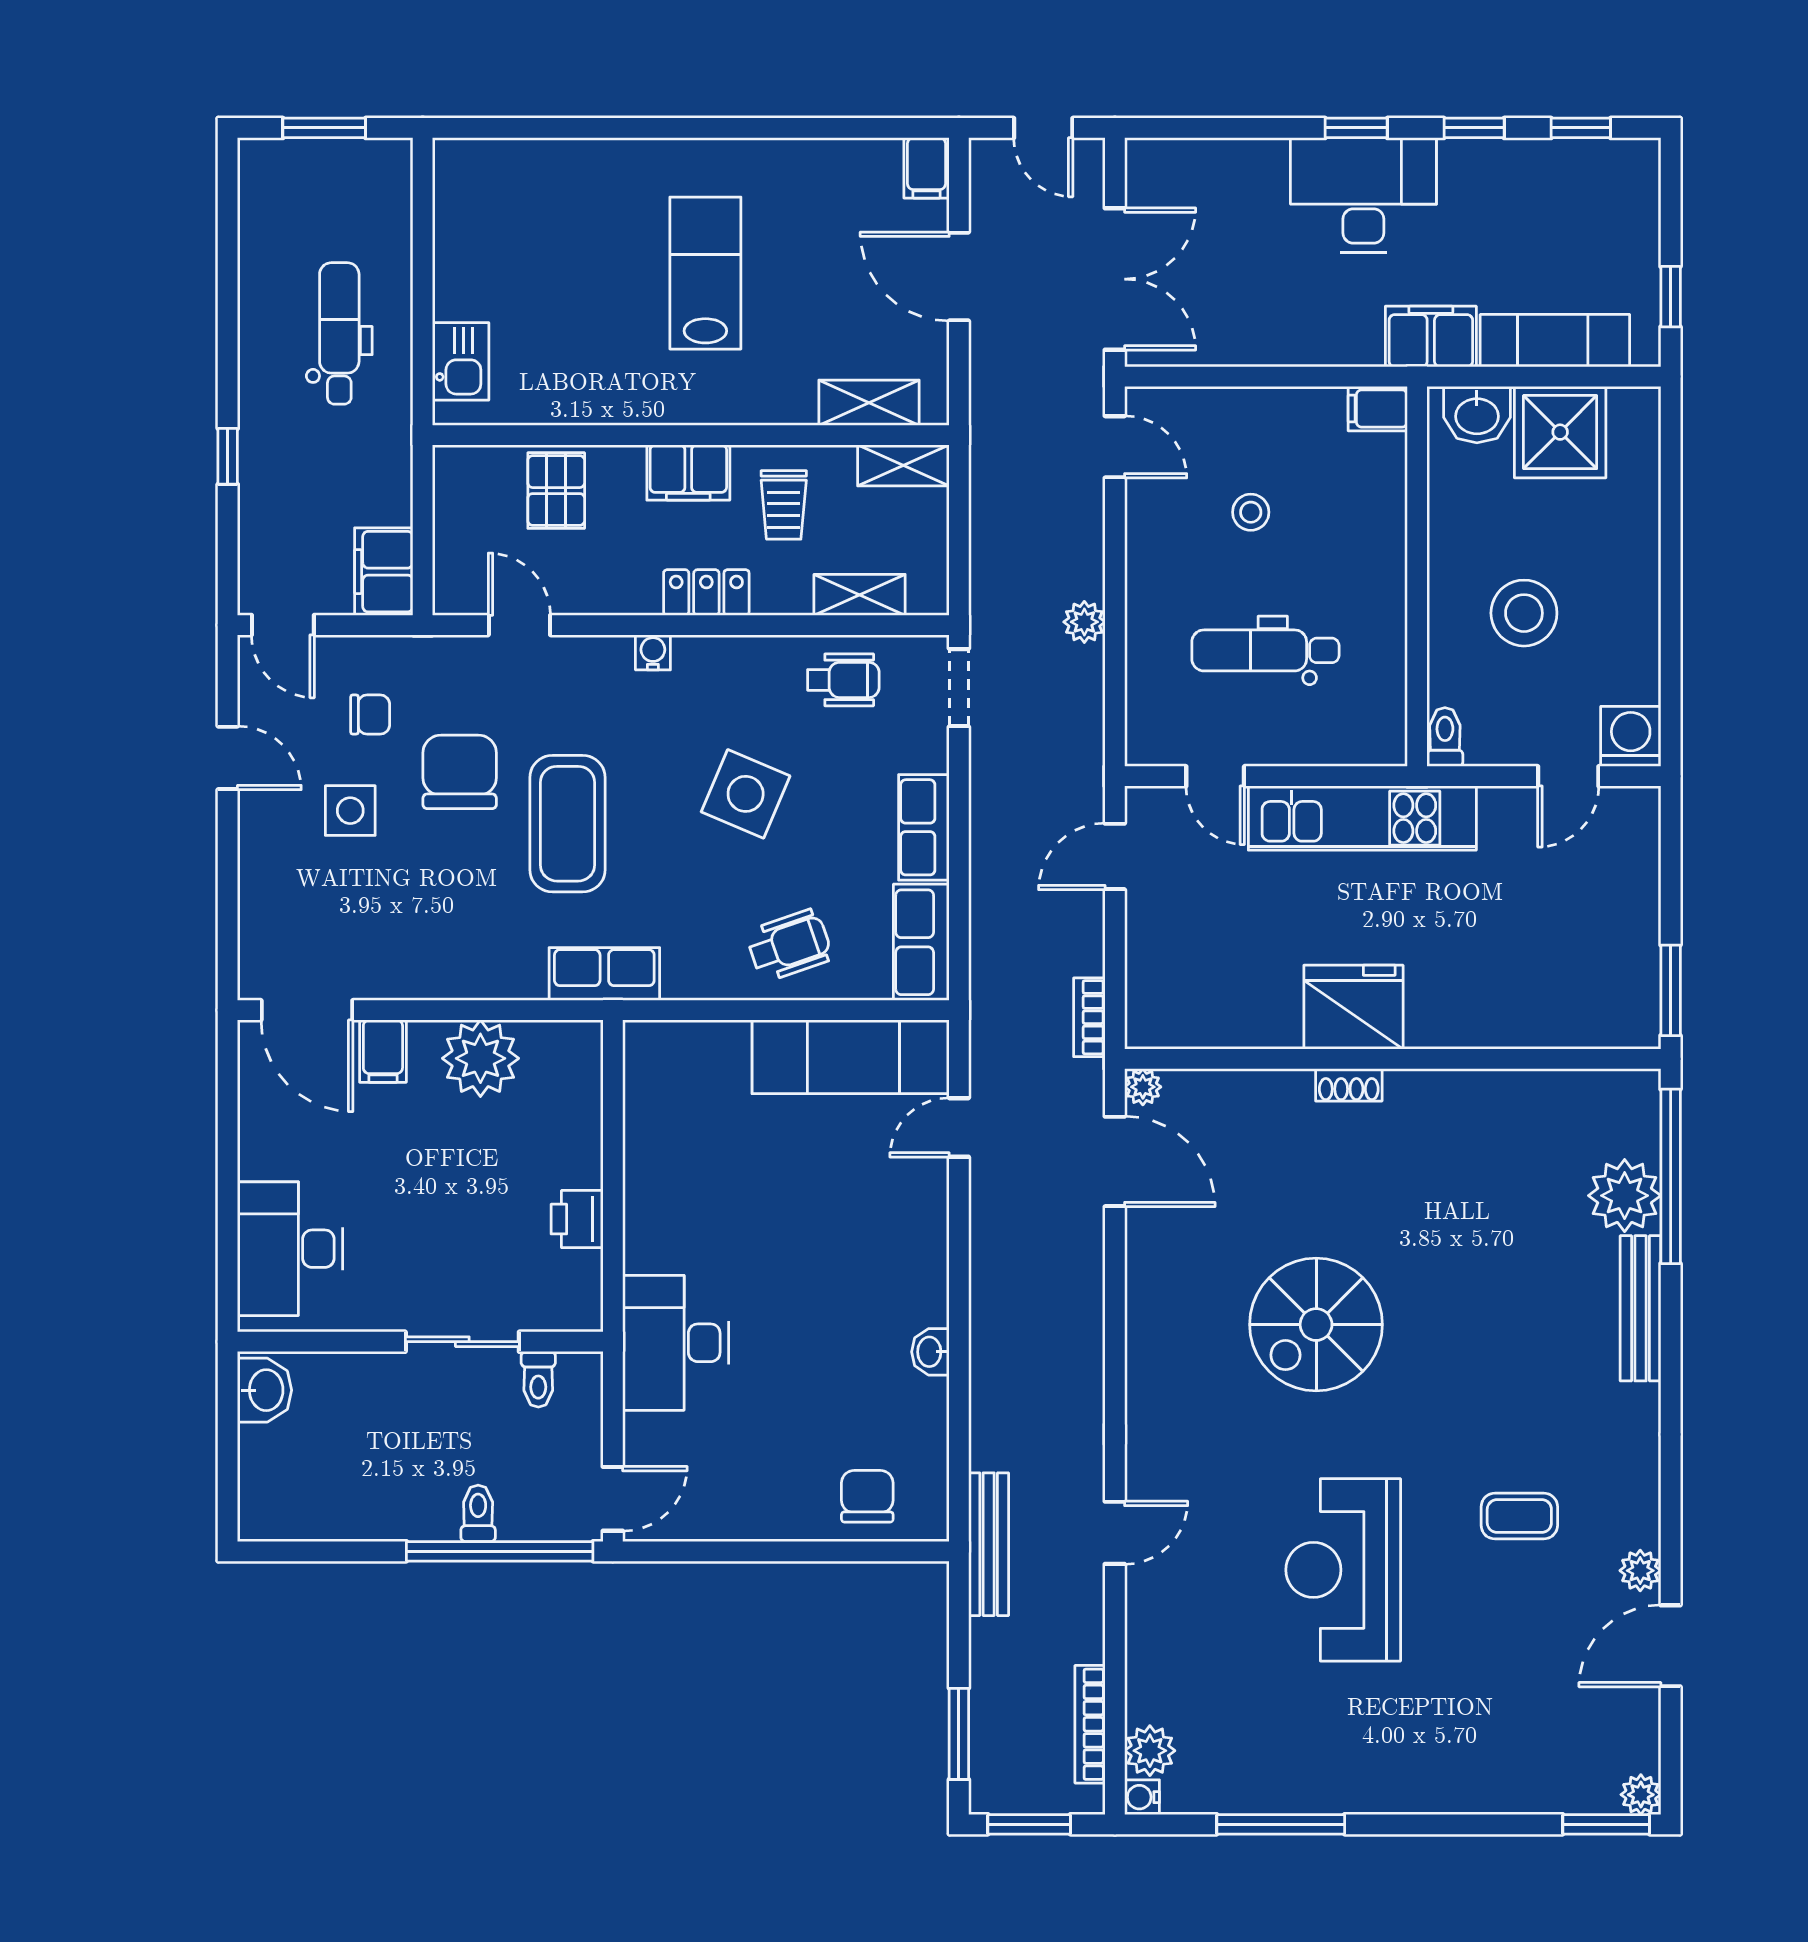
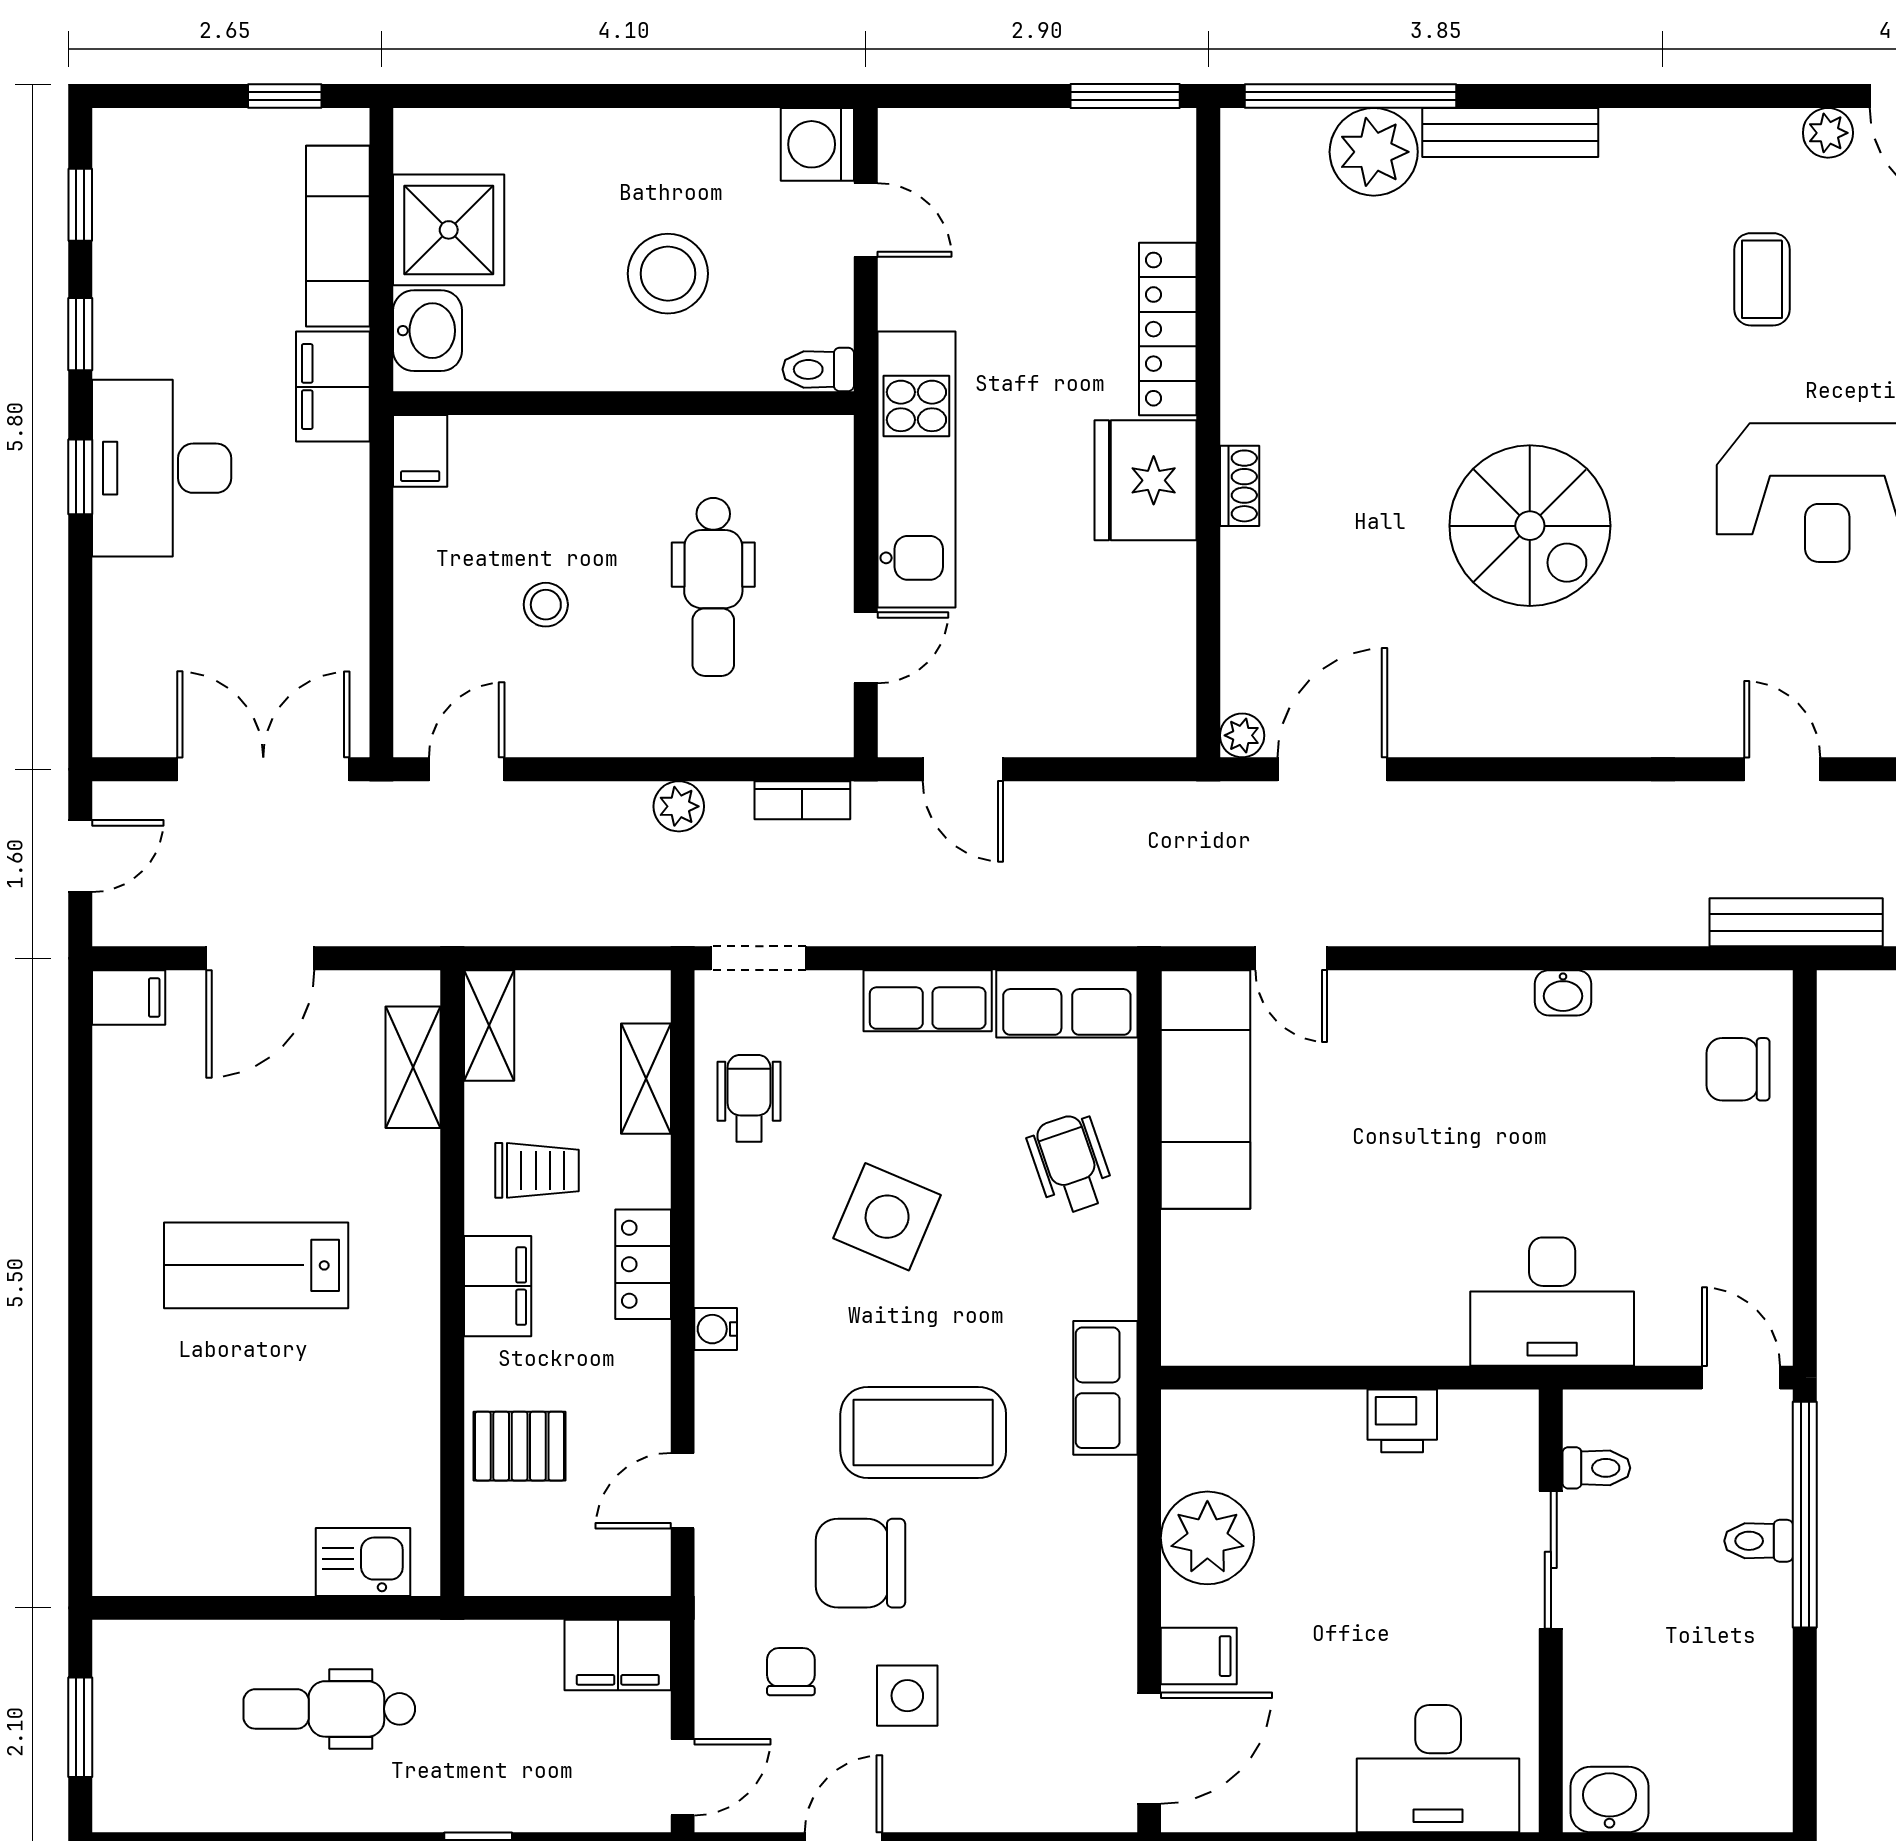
bookcase: (1089, 1017) -> (802, 800), moved
locker: (1478, 1026) -> (1168, 329), added

